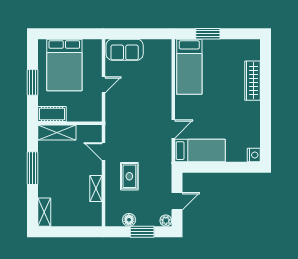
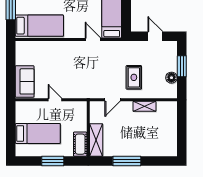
bed: (64, 65) -> (38, 133), width x0.67
rug: (129, 176) -> (134, 77), turned 90
shelving: (44, 212) -> (165, 151), removed
plant: (166, 221) -> (172, 46), removed

